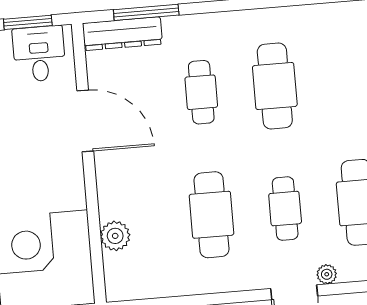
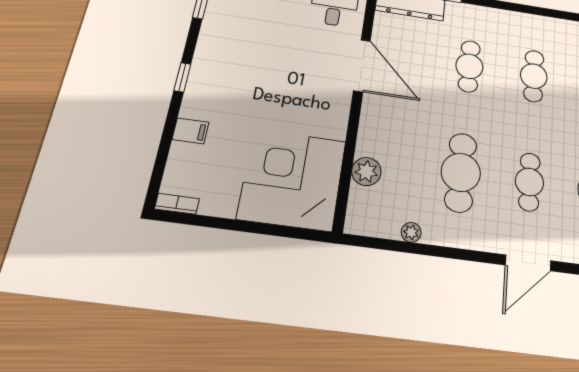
cafe table: (275, 86) -> (534, 76), width x0.73, depth x0.74
plant: (327, 274) -> (411, 232), moved

